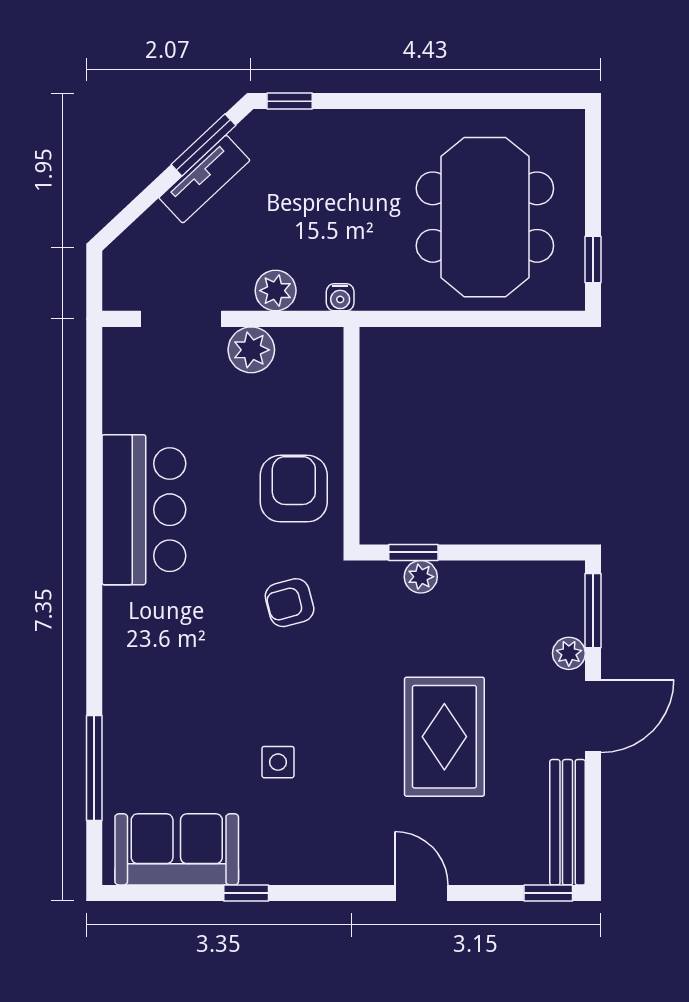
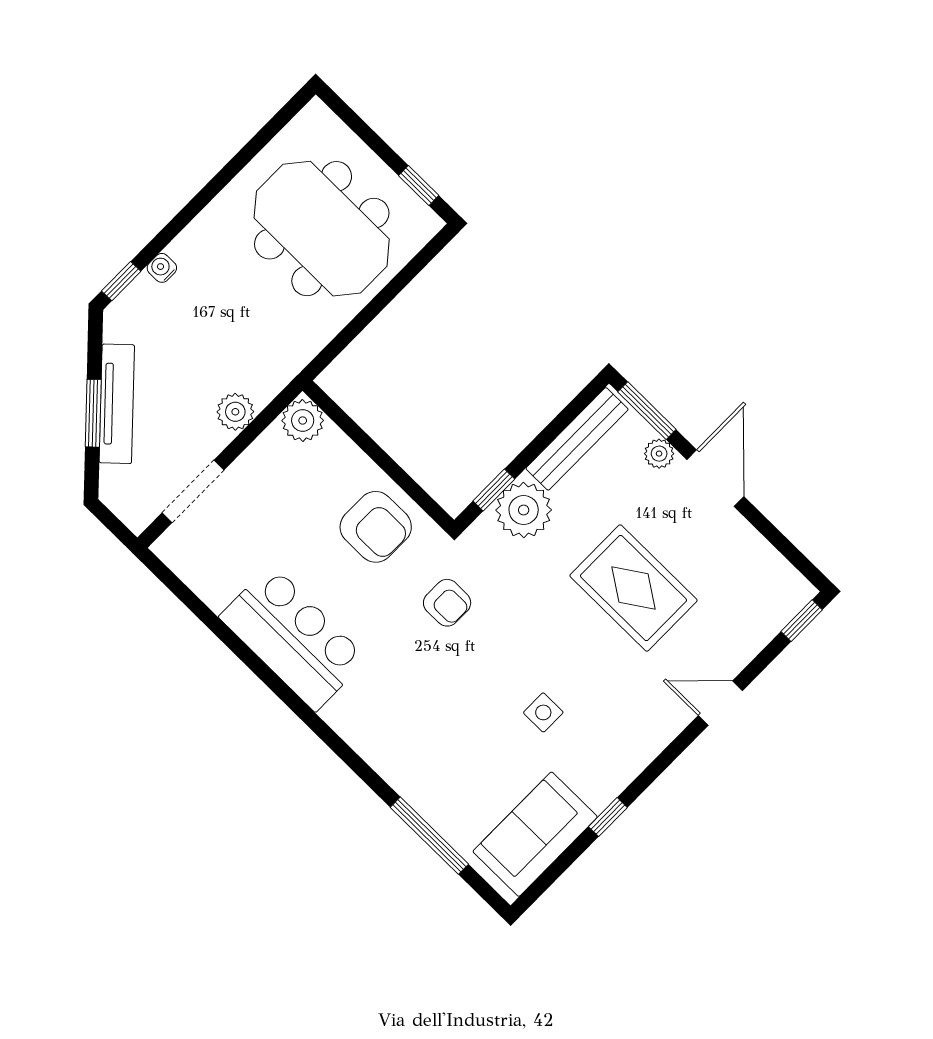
window: (203, 145) -> (93, 413), moved
tv unit: (204, 179) -> (117, 404), width x1.41
water cooler: (340, 297) -> (162, 268), moved, turned 180
plant: (251, 350) -> (303, 420), moved
armchair: (294, 489) -> (376, 527), turned 180
plant: (421, 577) -> (524, 510), width x1.88, depth x1.88
armchair: (290, 603) -> (447, 603), turned -75
bench: (568, 822) -> (577, 439), moved, turned 90

